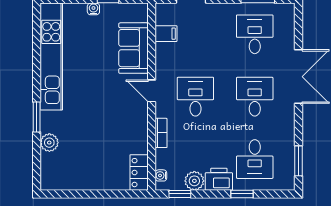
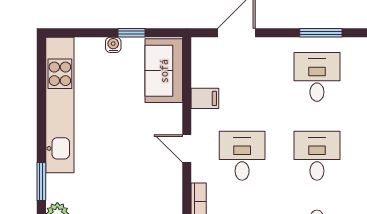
filing cabinet: (166, 34) -> (205, 98), moved
sofa: (133, 48) -> (164, 71), moved

